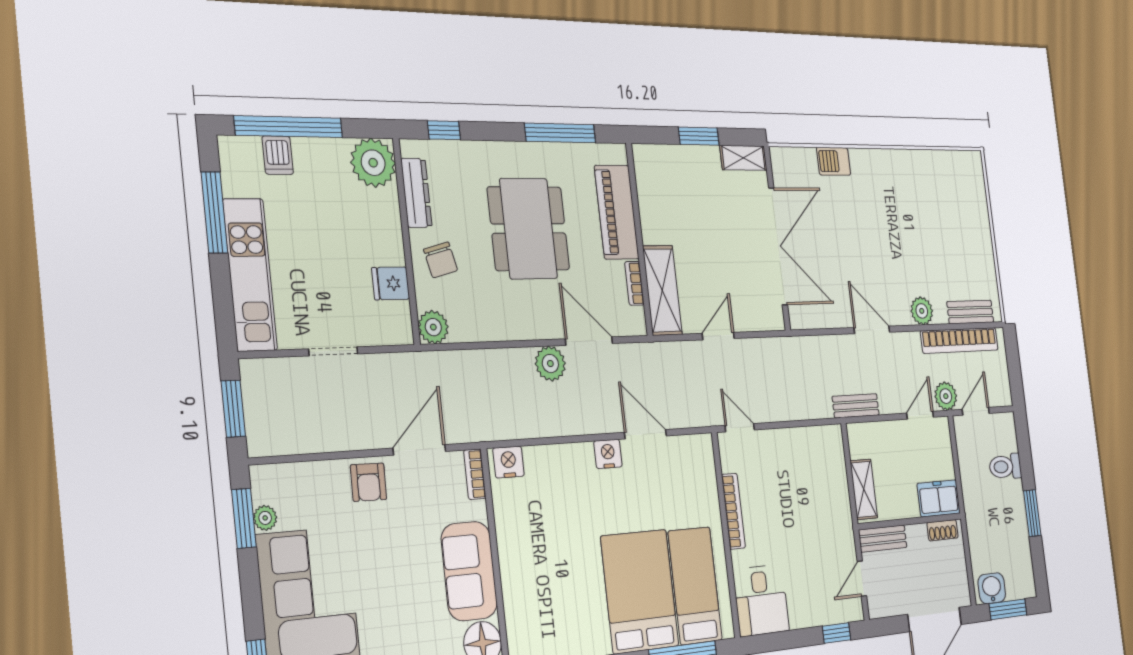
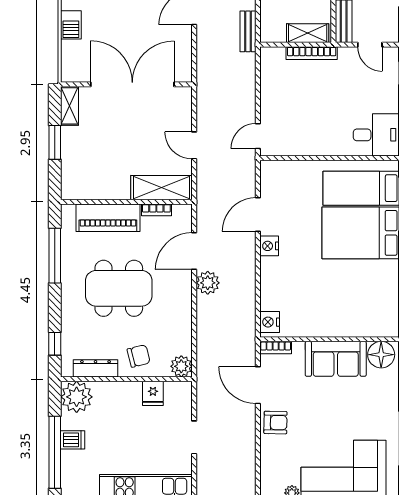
dishwasher: (278, 155) -> (73, 440), moved
bookcase: (733, 511) -> (312, 53), moved, turned 180

